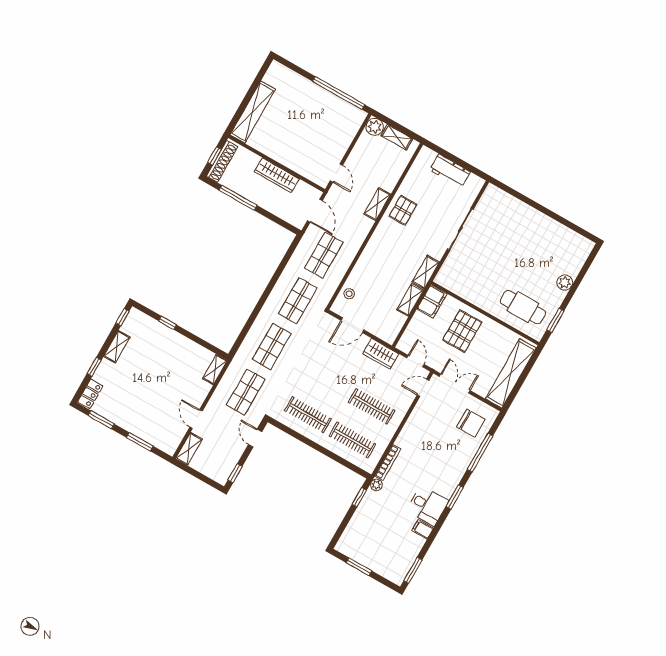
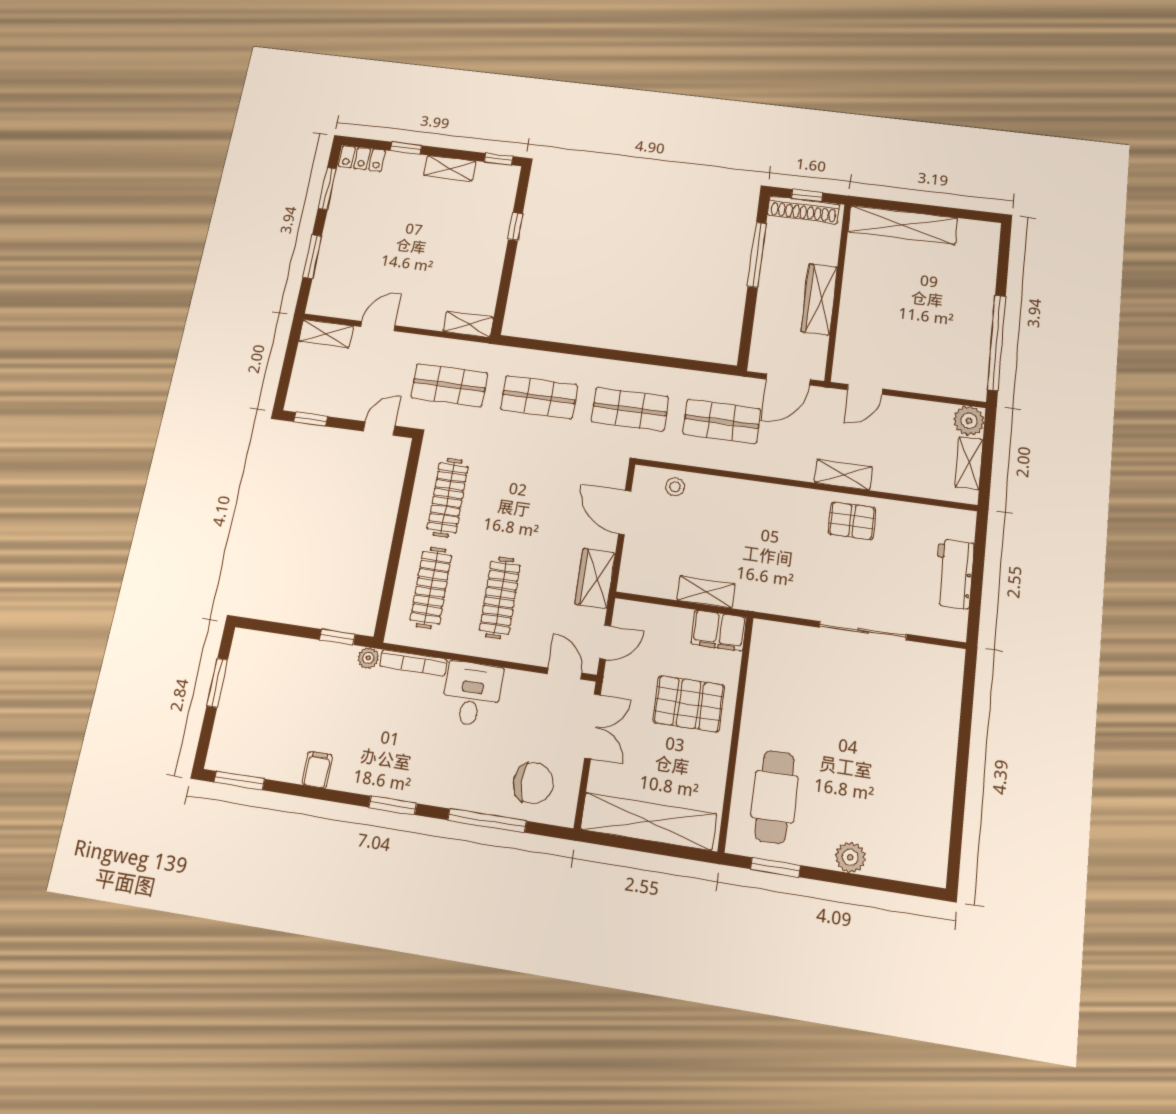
shelving: (426, 272) -> (764, 600), removed
chair: (471, 423) -> (533, 783), turned -90
desk: (428, 506) -> (472, 694), moved, turned 180

